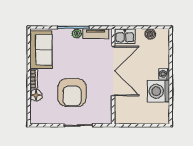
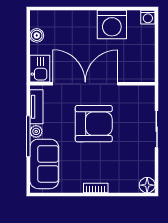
sofa: (41, 50) -> (44, 164), moved, turned 90
washing machine: (164, 74) -> (148, 17), moved
armchair: (72, 93) -> (94, 124), moved
floor lamp: (36, 95) -> (147, 185), moved

